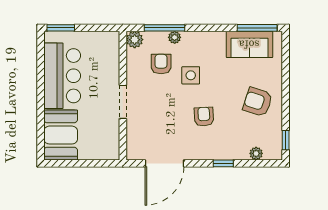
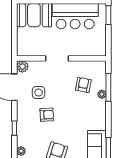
plant: (135, 40) -> (22, 67), moved
armchair: (161, 64) -> (83, 85), turned -79
side table: (191, 75) -> (39, 92), moved

